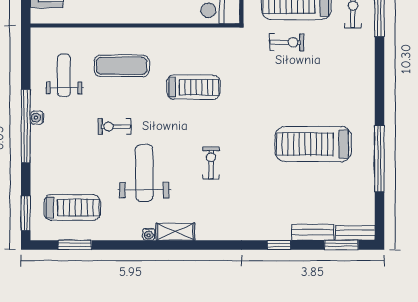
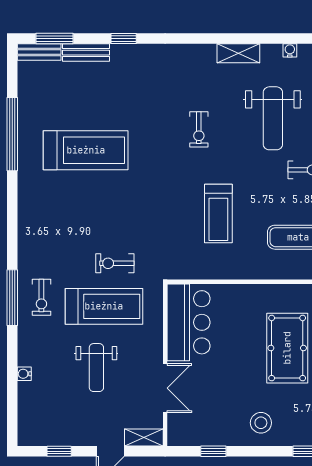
treadmill: (193, 87) -> (218, 213), turned -90
water cooler: (149, 234) -> (290, 50), moved

